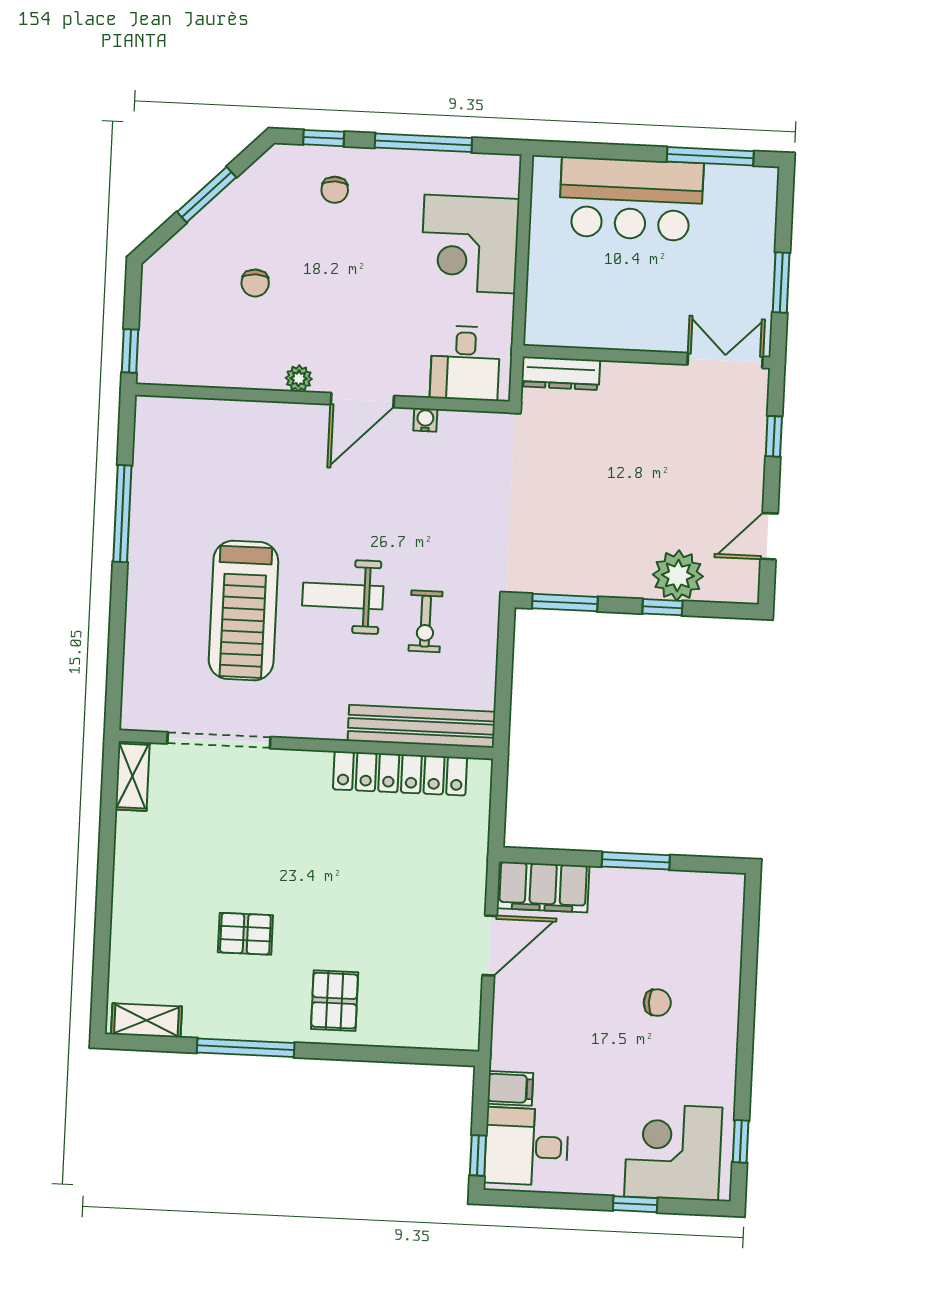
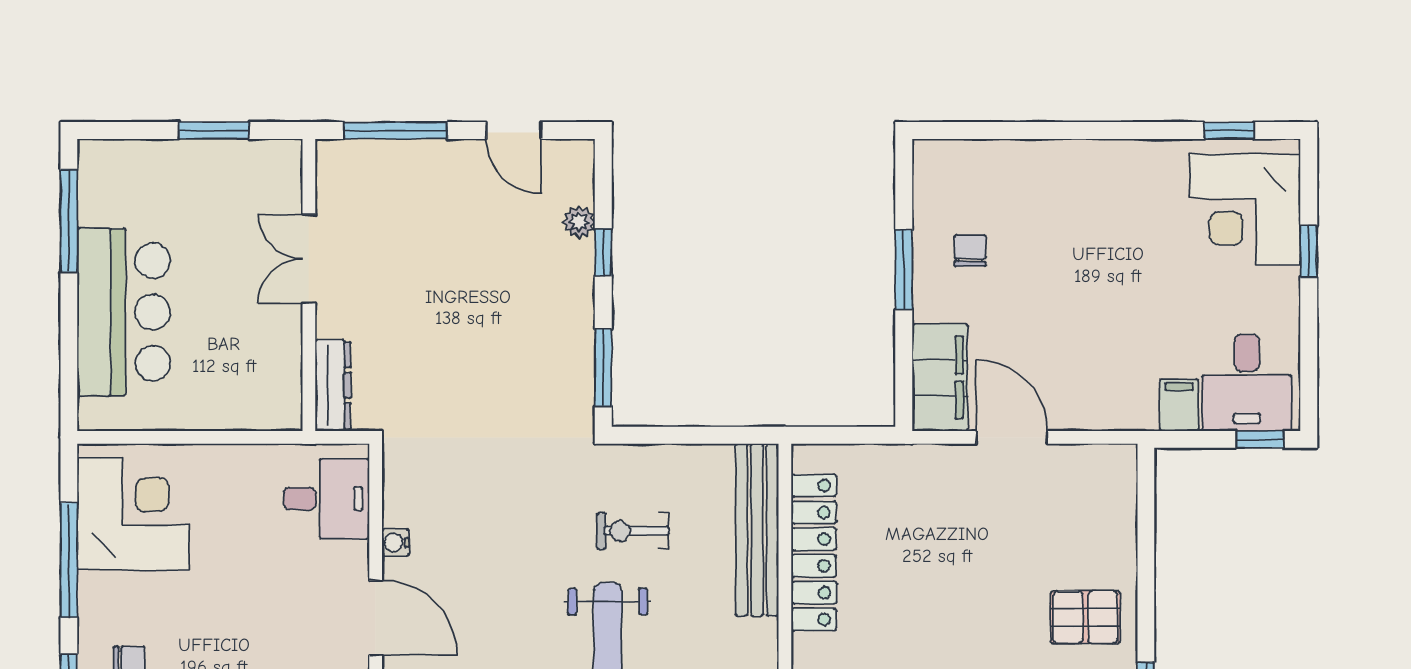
corner desk: (470, 244) -> (133, 514), moved, turned -90
double door: (725, 361) -> (309, 259), moved
window: (774, 436) -> (396, 130), width x2.17
plant: (678, 575) -> (579, 222), width x0.53, depth x0.53
exercise bike: (425, 621) -> (633, 531), turned 180
chair: (657, 1003) -> (970, 251), moved

